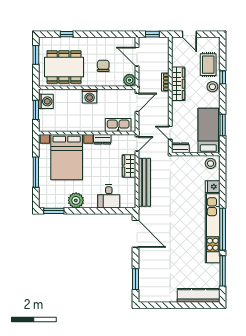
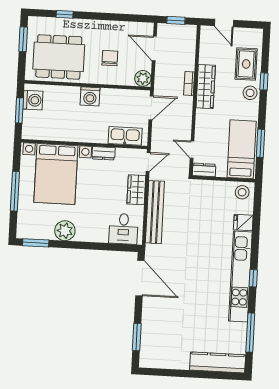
desk: (109, 197) -> (123, 229), moved
window: (223, 229) -> (253, 278), width x0.32

